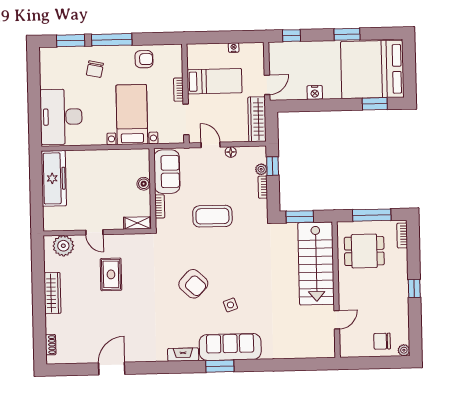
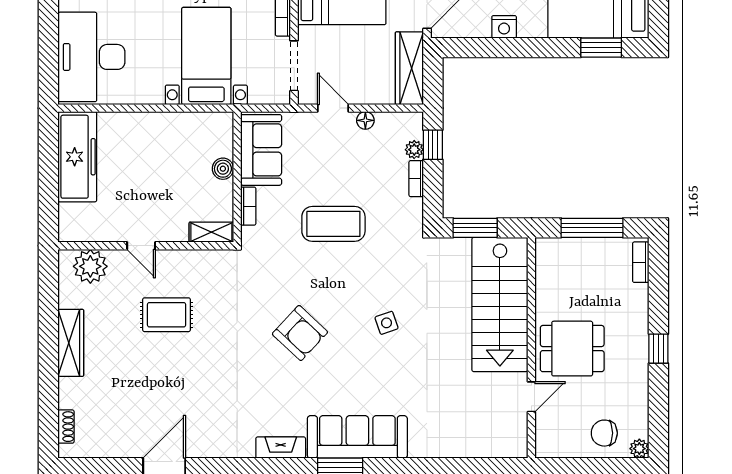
dining table: (364, 251) -> (572, 349), moved
rug: (111, 274) -> (167, 315), turned 90
side table: (230, 305) -> (387, 323), moved

